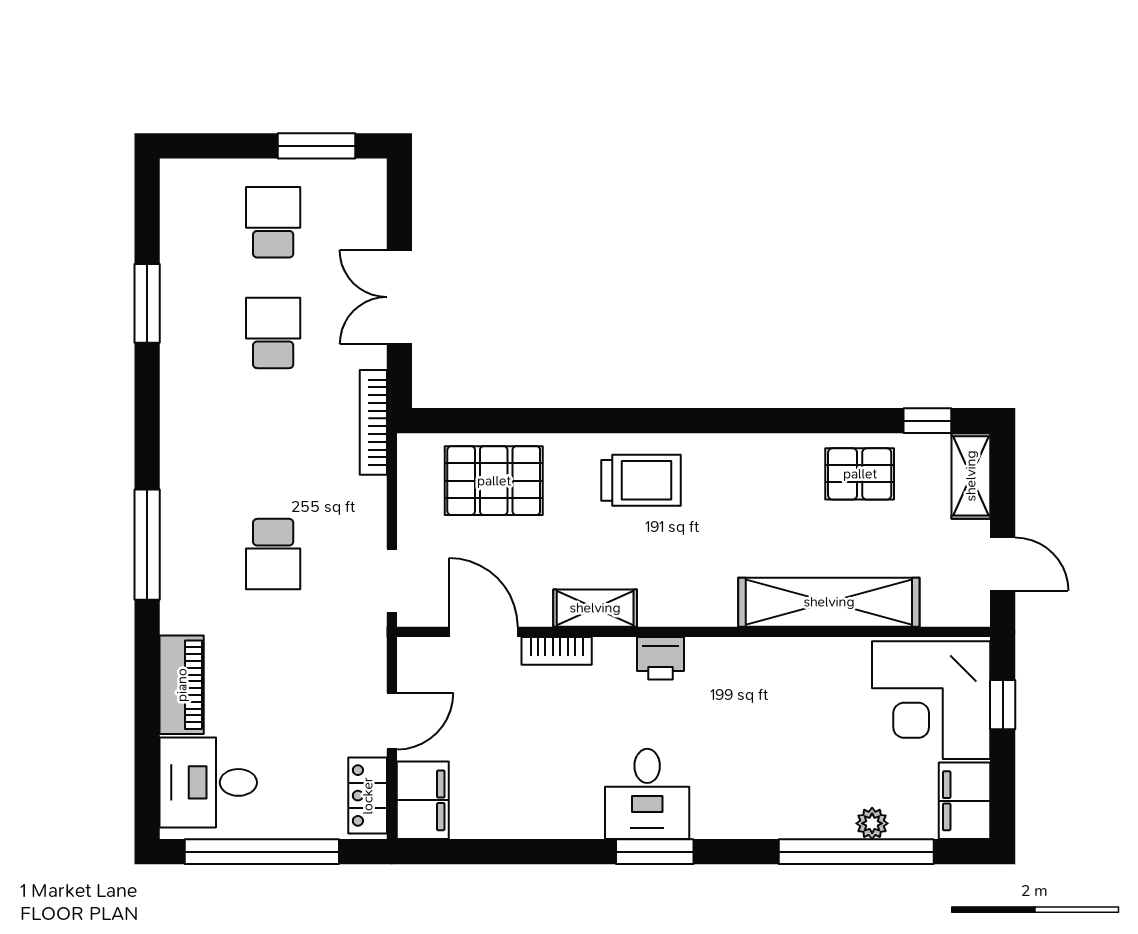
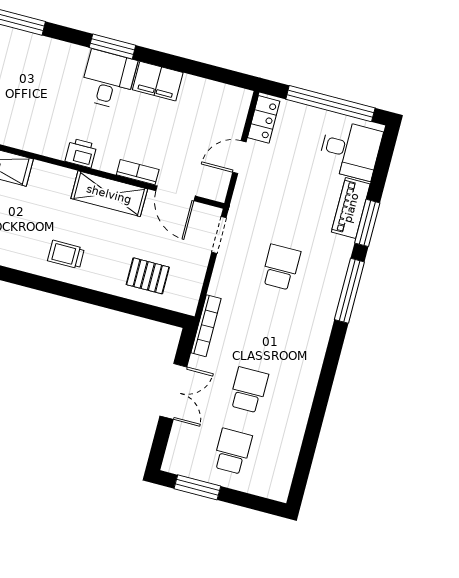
school desk: (273, 222) -> (233, 451), turned 180
window: (147, 303) -> (367, 223), moved
school desk: (273, 333) -> (249, 390), turned 180
trolley: (641, 480) -> (66, 255), width x0.73, depth x0.72
pallet: (494, 481) -> (148, 276), width x0.67, depth x0.71
shelving: (595, 608) -> (109, 194), width x1.50, depth x1.33
filing cabinet: (423, 800) -> (158, 81), moved, turned -90

